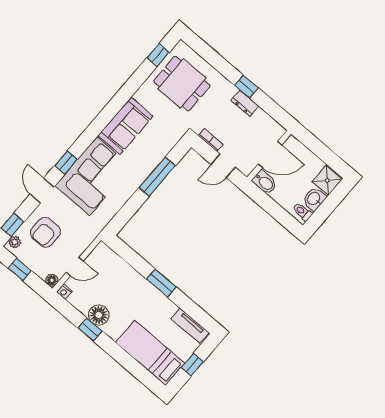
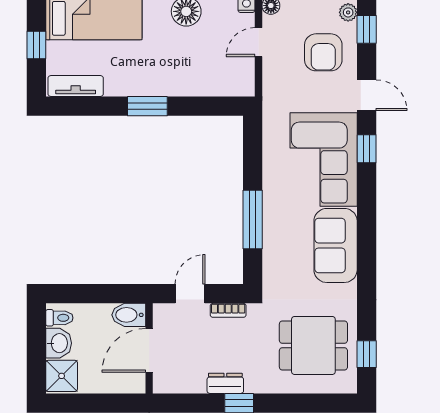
armchair: (45, 232) -> (323, 52), turned 180

